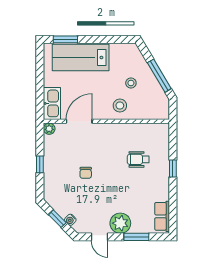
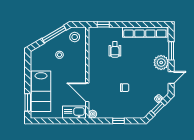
stool: (120, 106) -> (75, 37), moved
window: (173, 168) -> (103, 24), moved
row of seats: (162, 216) -> (145, 32), width x2.02

